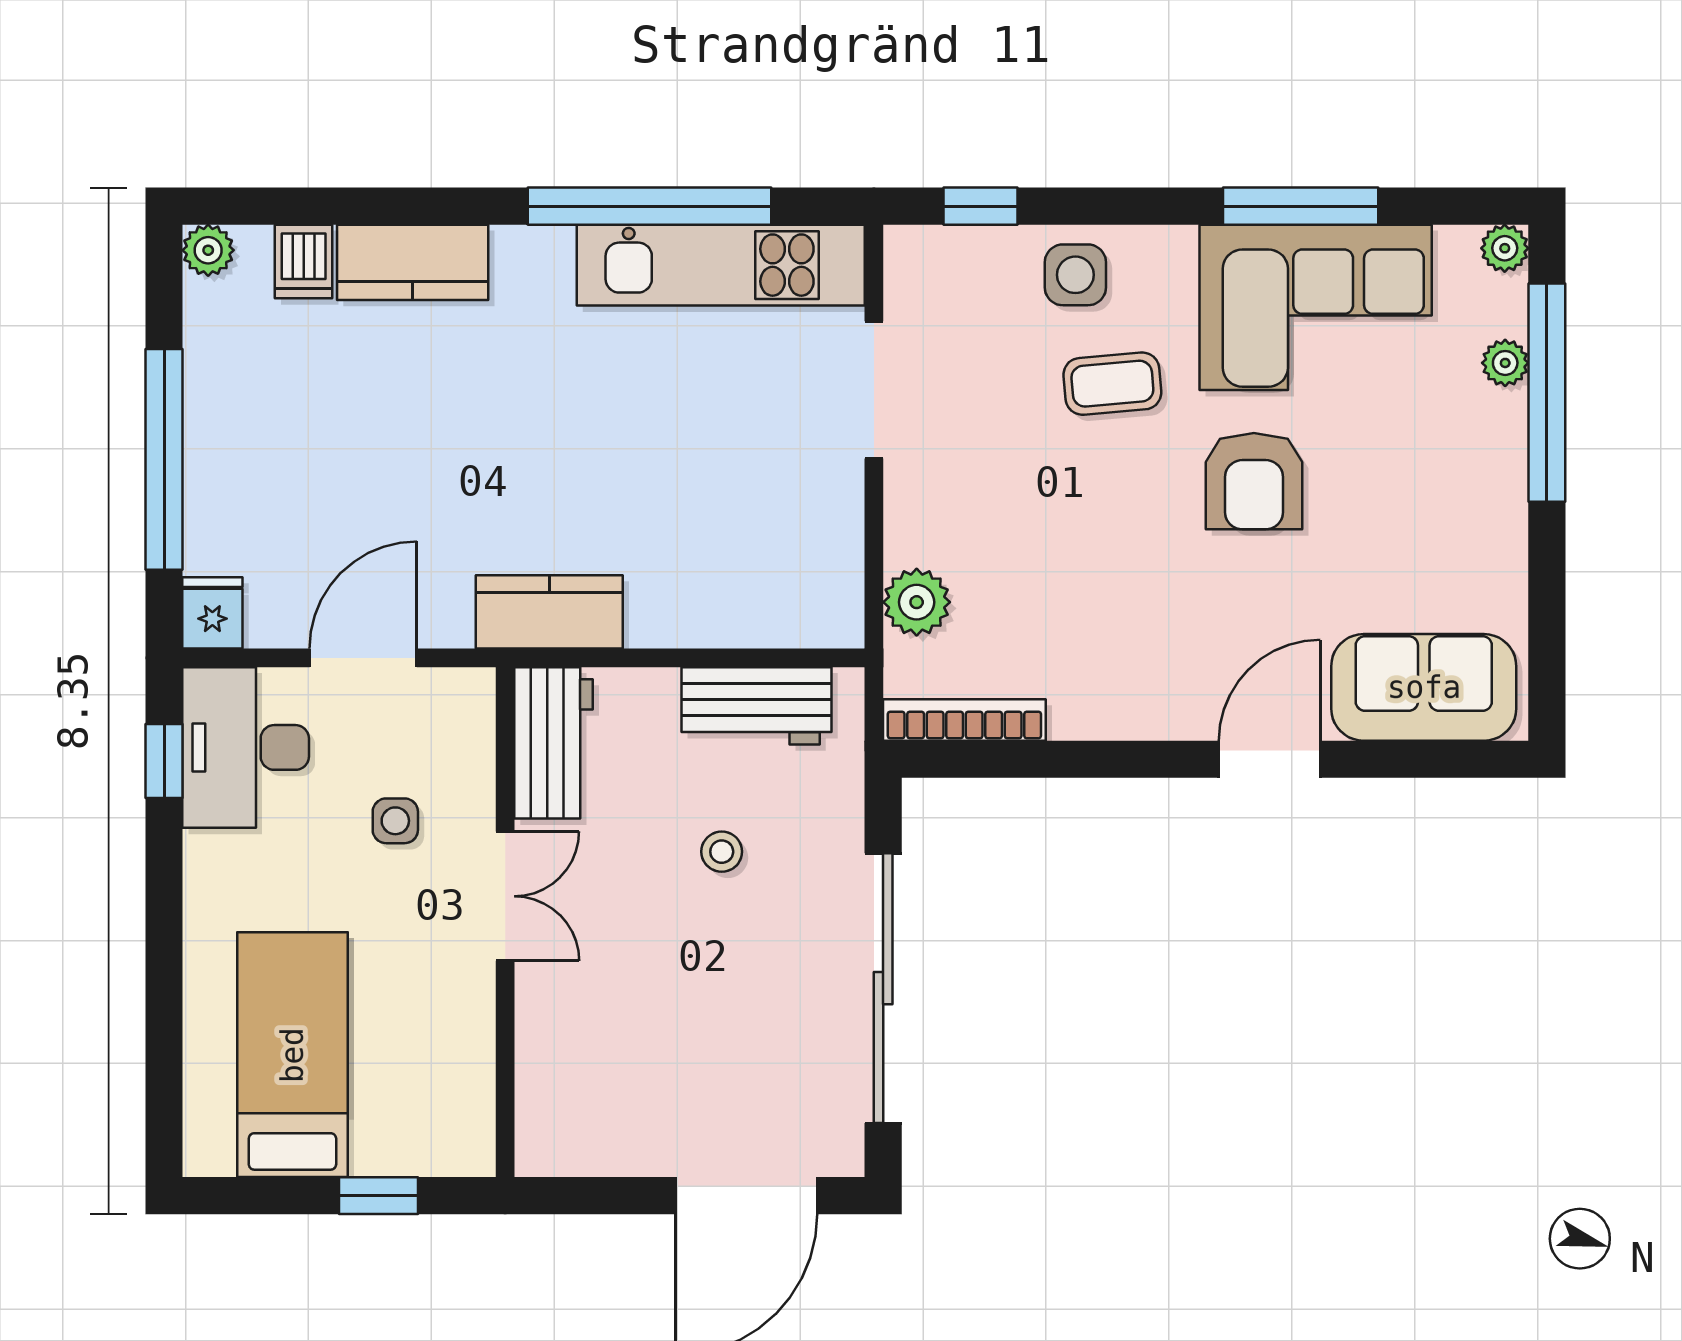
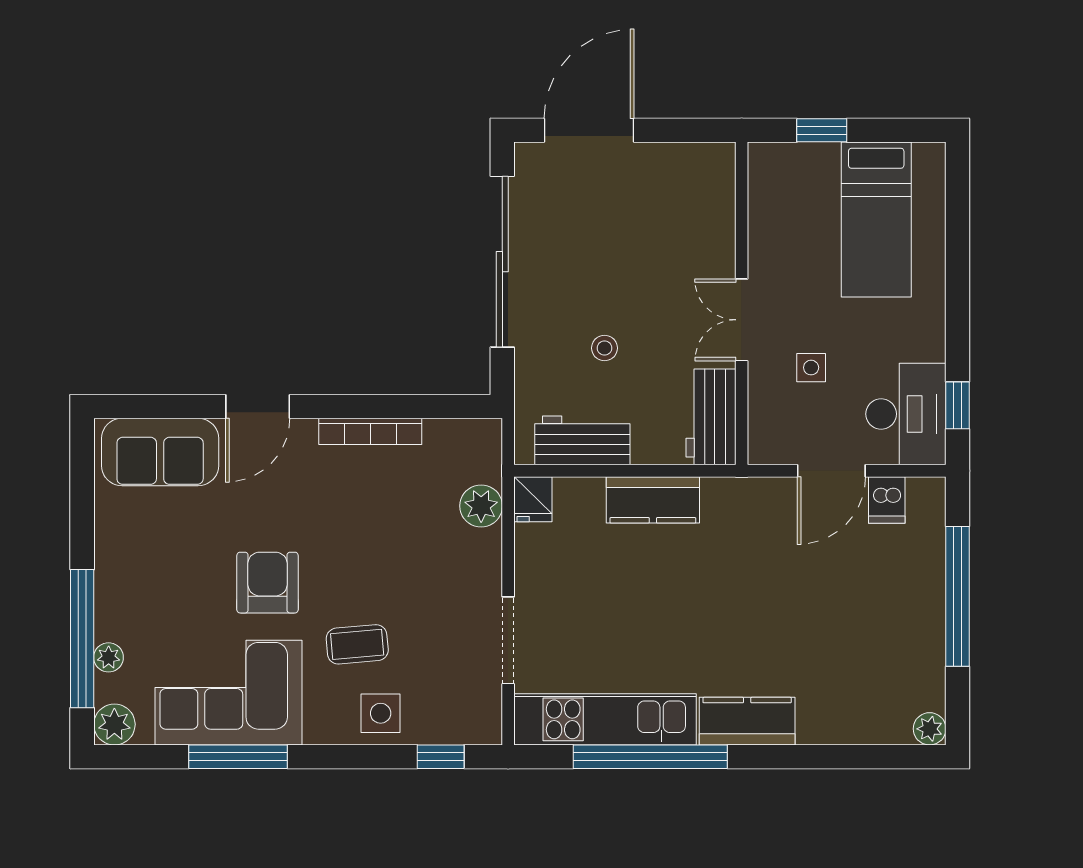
plant: (1505, 248) -> (114, 724), width x1.38, depth x1.38
dishwasher: (304, 261) -> (887, 500), moved, turned 180
kitchen counter: (413, 262) -> (747, 721), moved
kitchen counter: (549, 612) -> (653, 500), moved
fridge: (212, 613) -> (533, 499), moved
bookcase: (964, 720) -> (370, 431), moved

